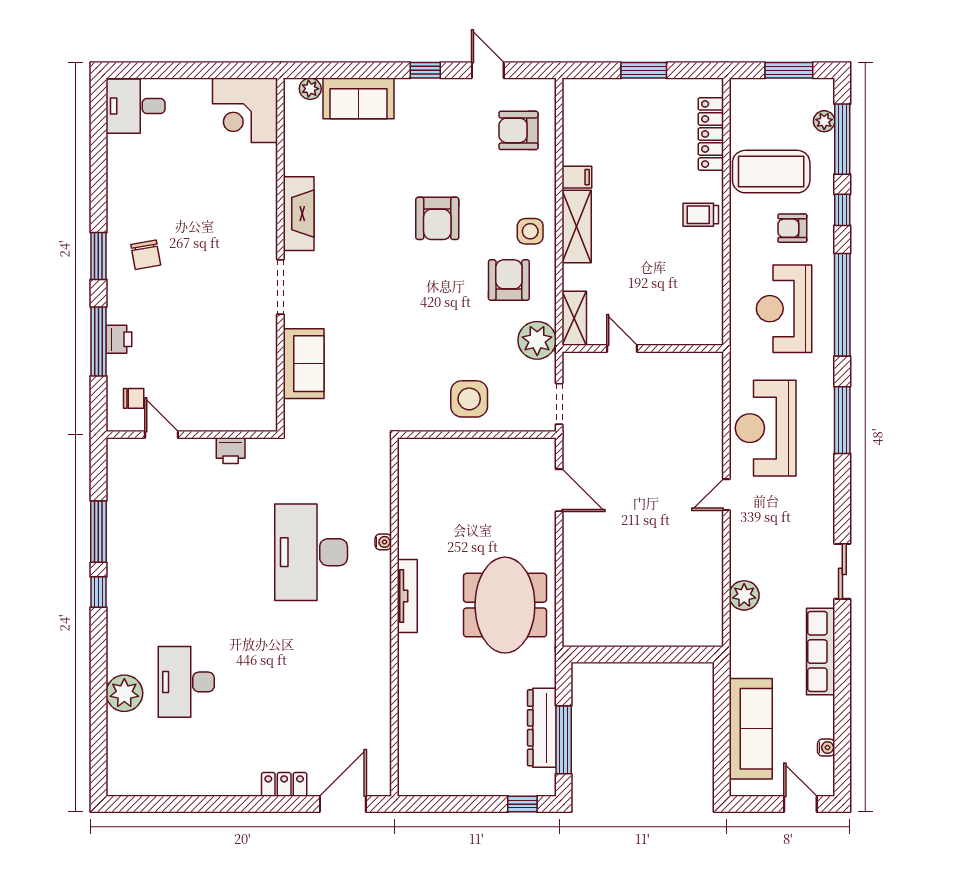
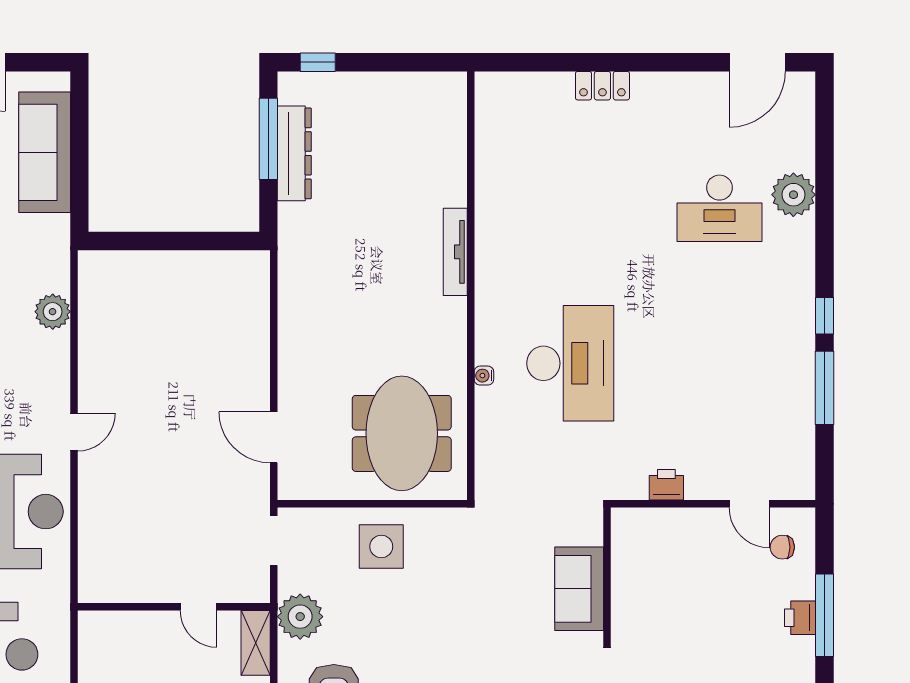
tv unit: (407, 596) -> (455, 252), moved
meeting table: (505, 605) -> (402, 433), moved
desk: (186, 682) -> (719, 208), turned 90
door: (343, 804) -> (757, 62), moved

